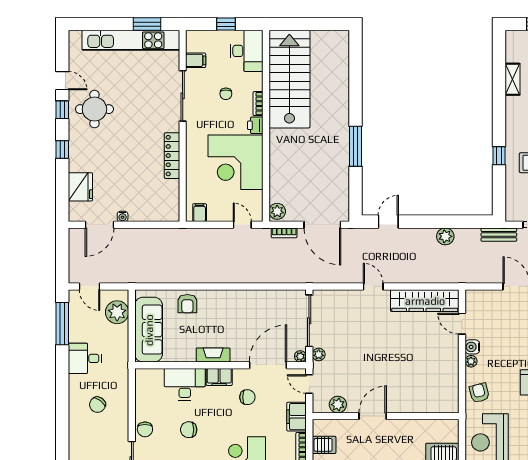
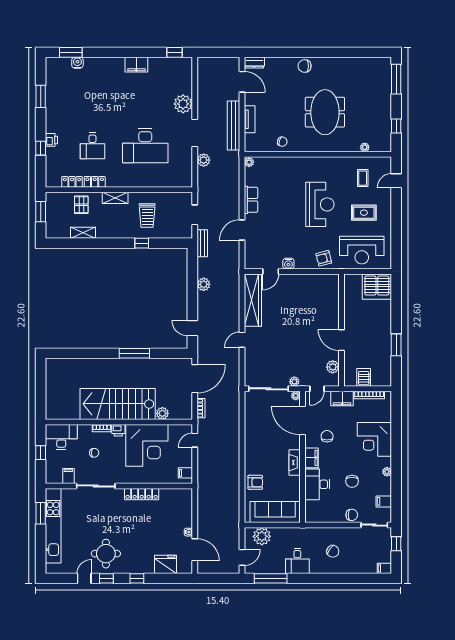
stairs: (289, 79) -> (118, 404), moved
plant: (277, 211) -> (162, 413), moved
plant: (471, 361) -> (299, 265), removed

